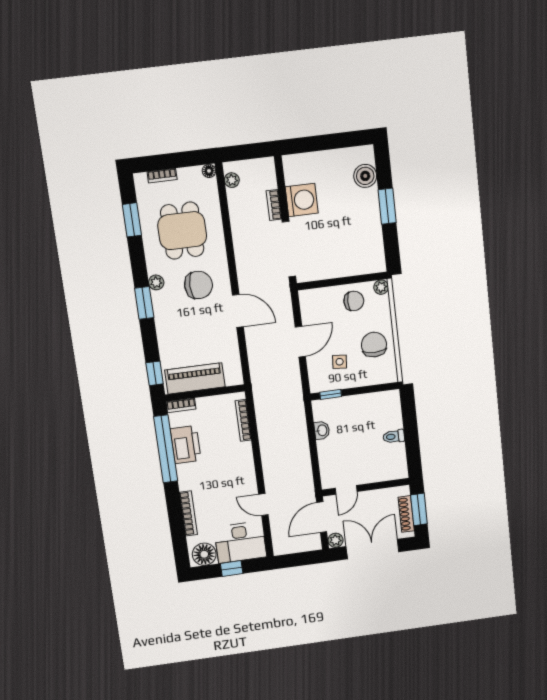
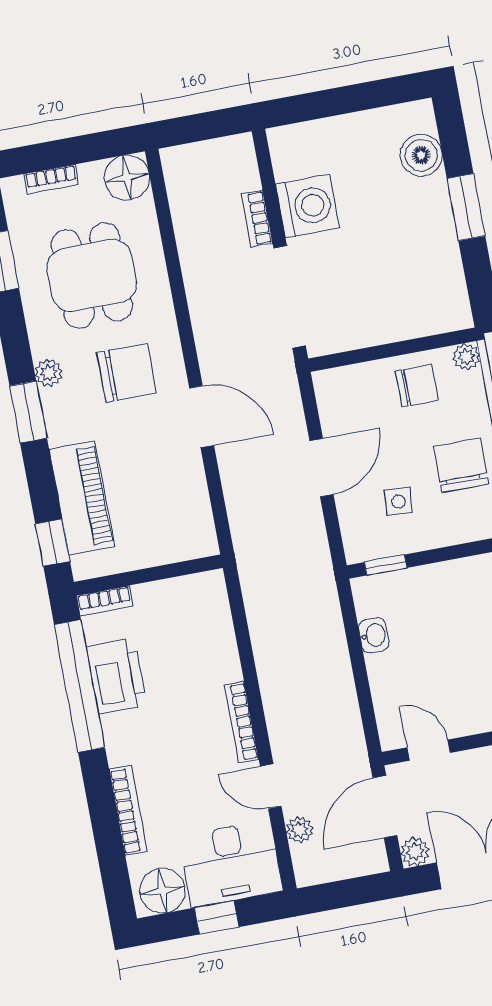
floor lamp: (209, 171) -> (127, 178), width x1.89, depth x1.89
plant: (232, 180) -> (299, 830), moved
piano: (195, 378) -> (82, 498), moved, turned 90
bookcase: (243, 420) -> (241, 722), moved
door: (346, 490) -> (429, 750), swing flipped

